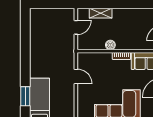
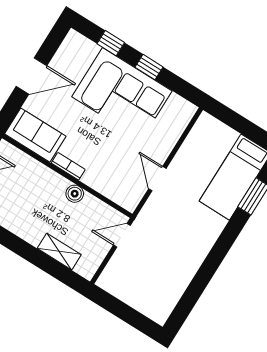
door: (76, 27) -> (122, 235), moved

